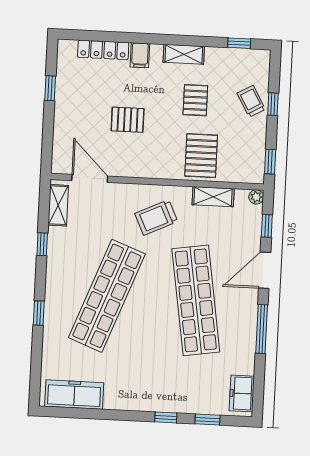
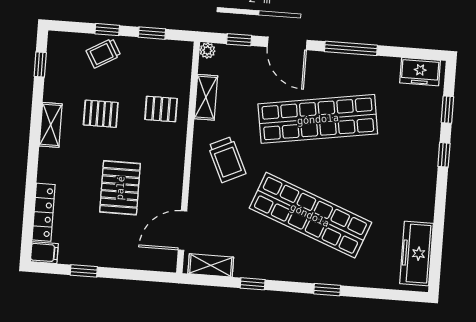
filing cabinet: (140, 55) -> (44, 253), moved
pallet: (128, 120) -> (120, 188), width x1.50, depth x1.42
pallet: (201, 156) -> (161, 109), width x0.67, depth x0.71
window: (270, 162) -> (152, 33), moved

